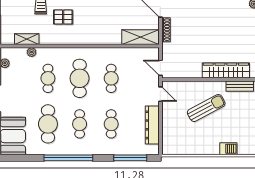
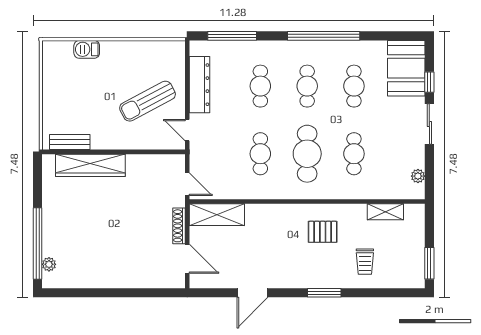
pallet: (63, 17) -> (323, 232), moved
plant: (32, 52) -> (378, 193), removed
door: (160, 68) -> (187, 184), moved
sun lounger: (206, 108) -> (148, 101), moved
cafe table: (48, 124) -> (354, 86), width x0.73, depth x0.74

